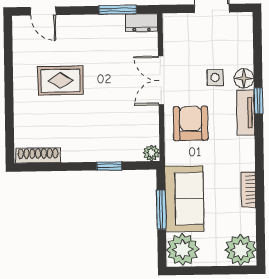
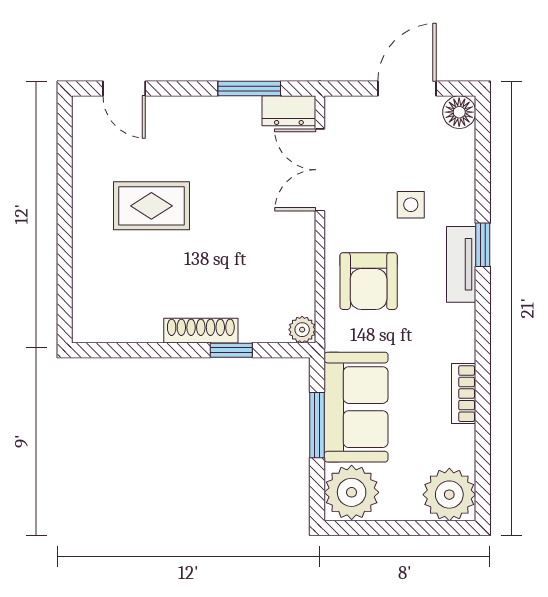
floor lamp: (244, 78) -> (459, 112), moved
double door: (161, 80) -> (320, 170), moved
armchair: (191, 123) -> (369, 281), turned 180
shoe rack: (38, 155) -> (201, 331), moved

